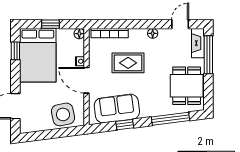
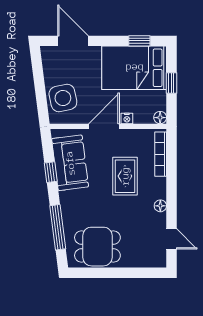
fireplace: (198, 43) -> (149, 260), removed
window: (208, 55) -> (135, 273), removed

